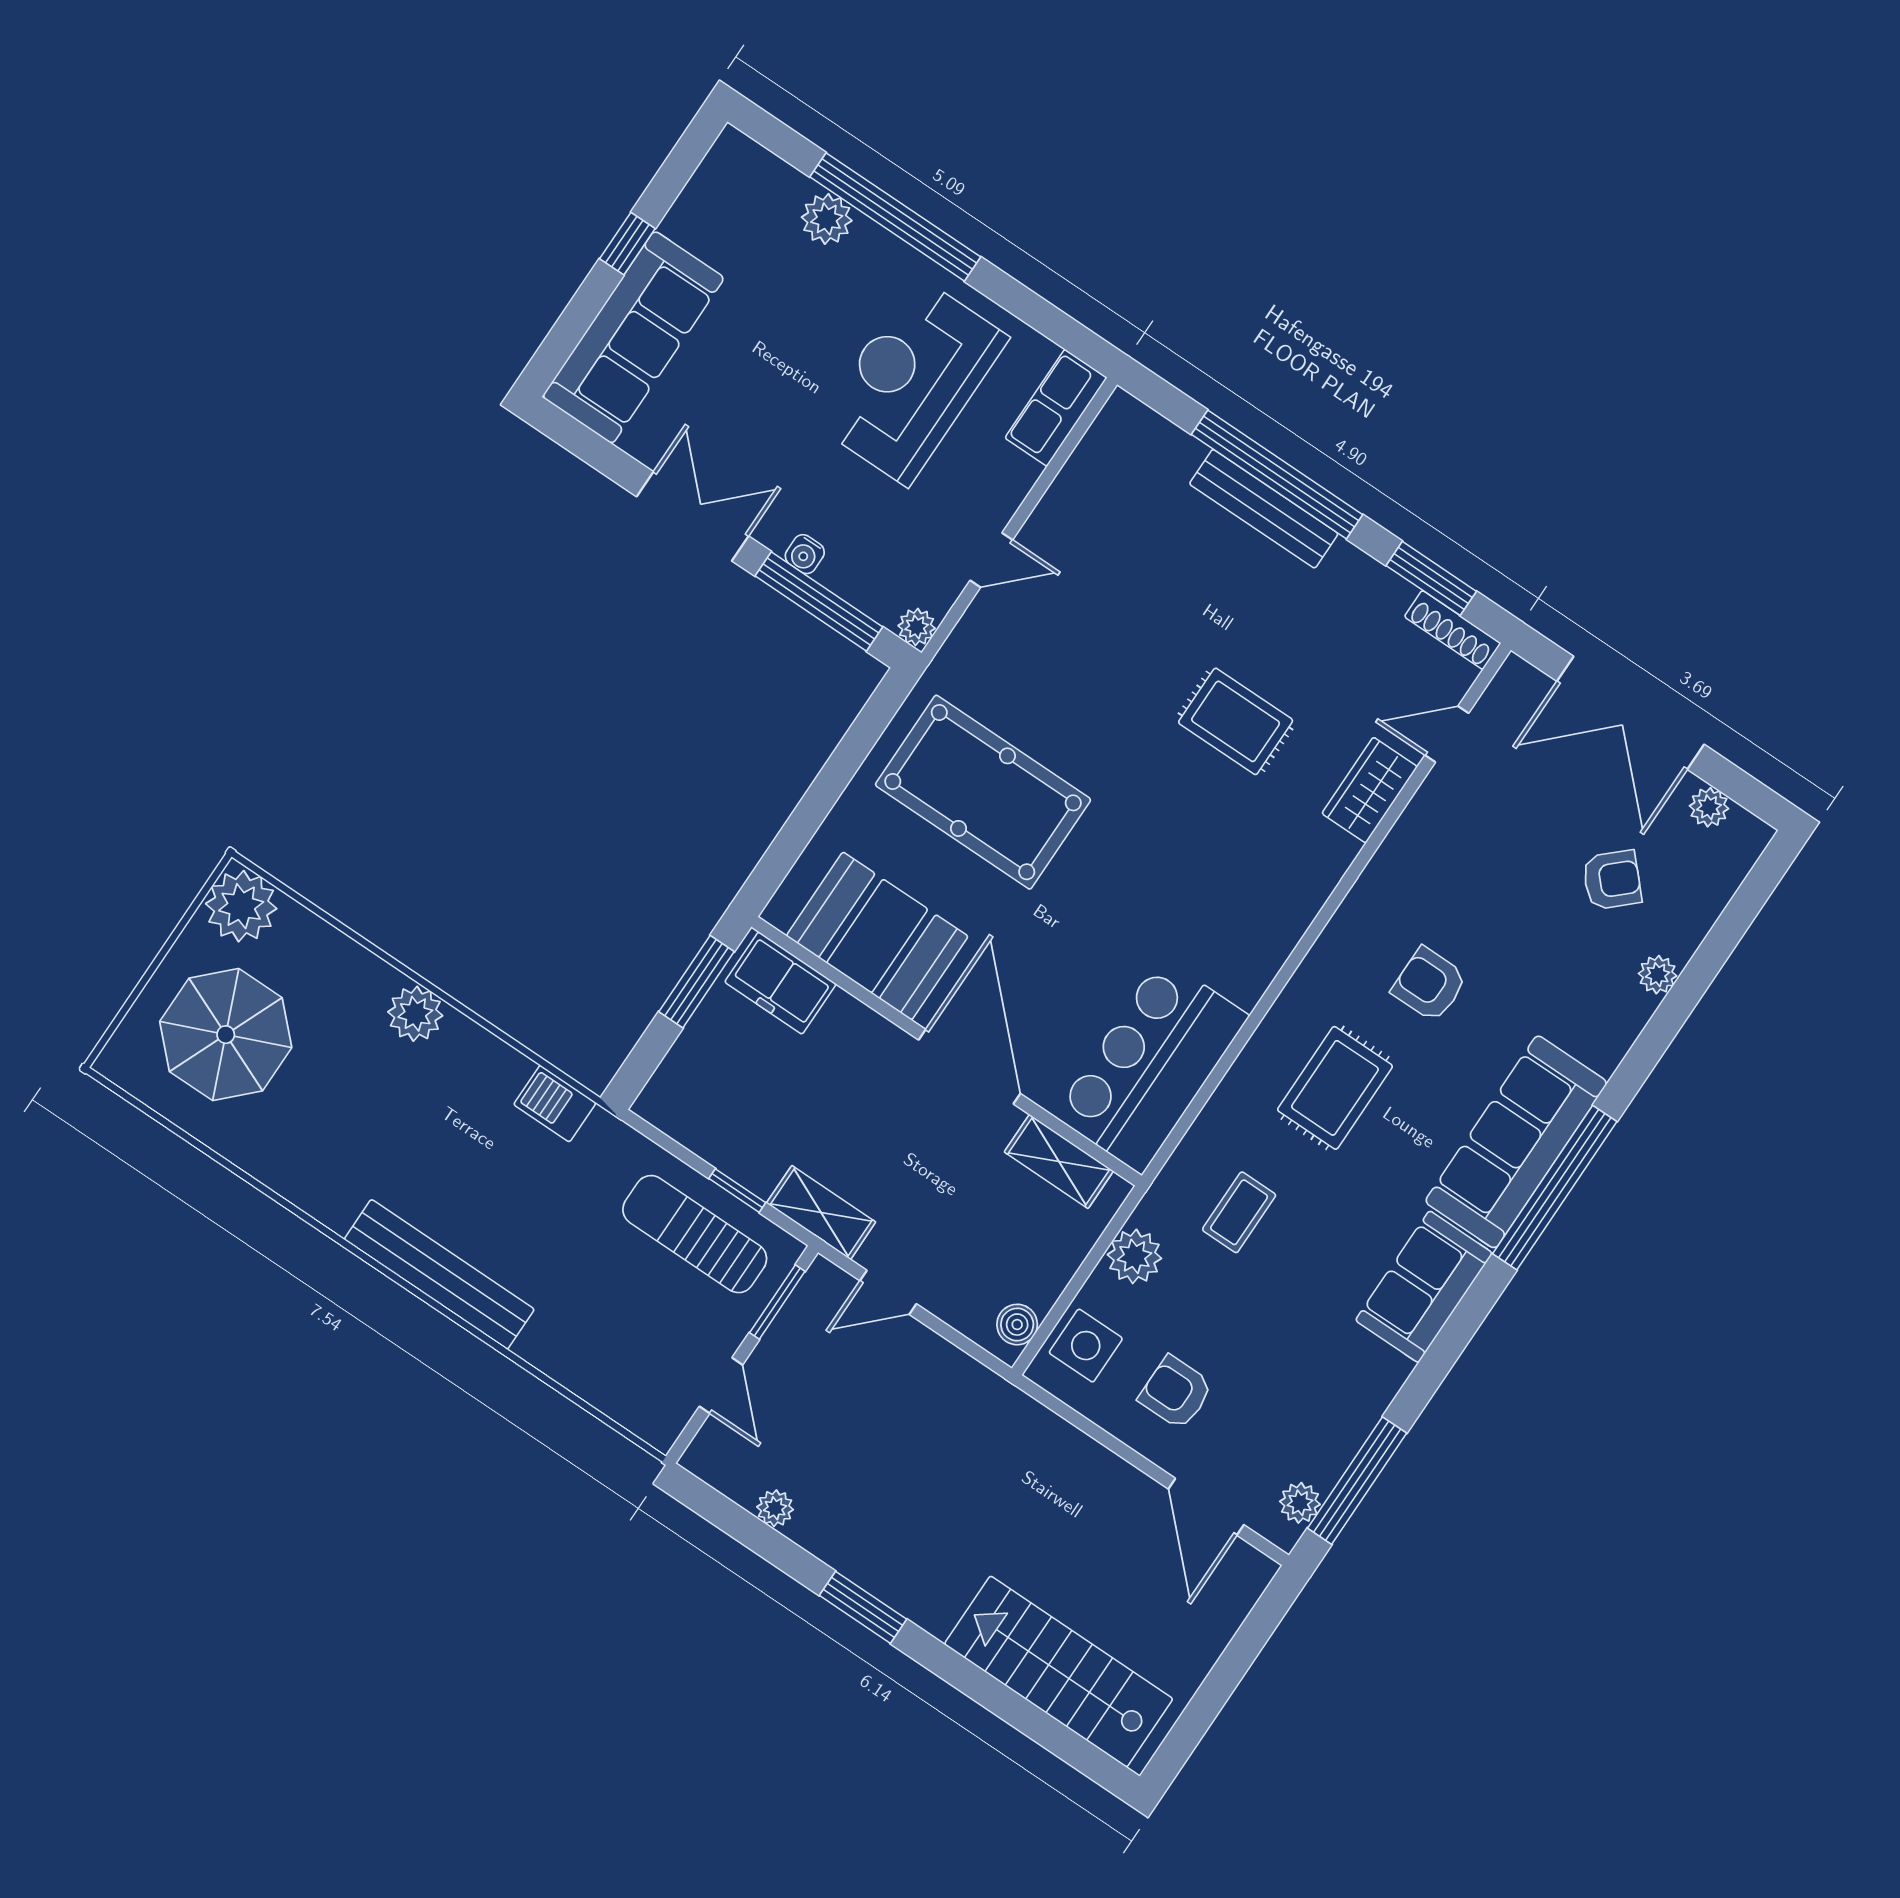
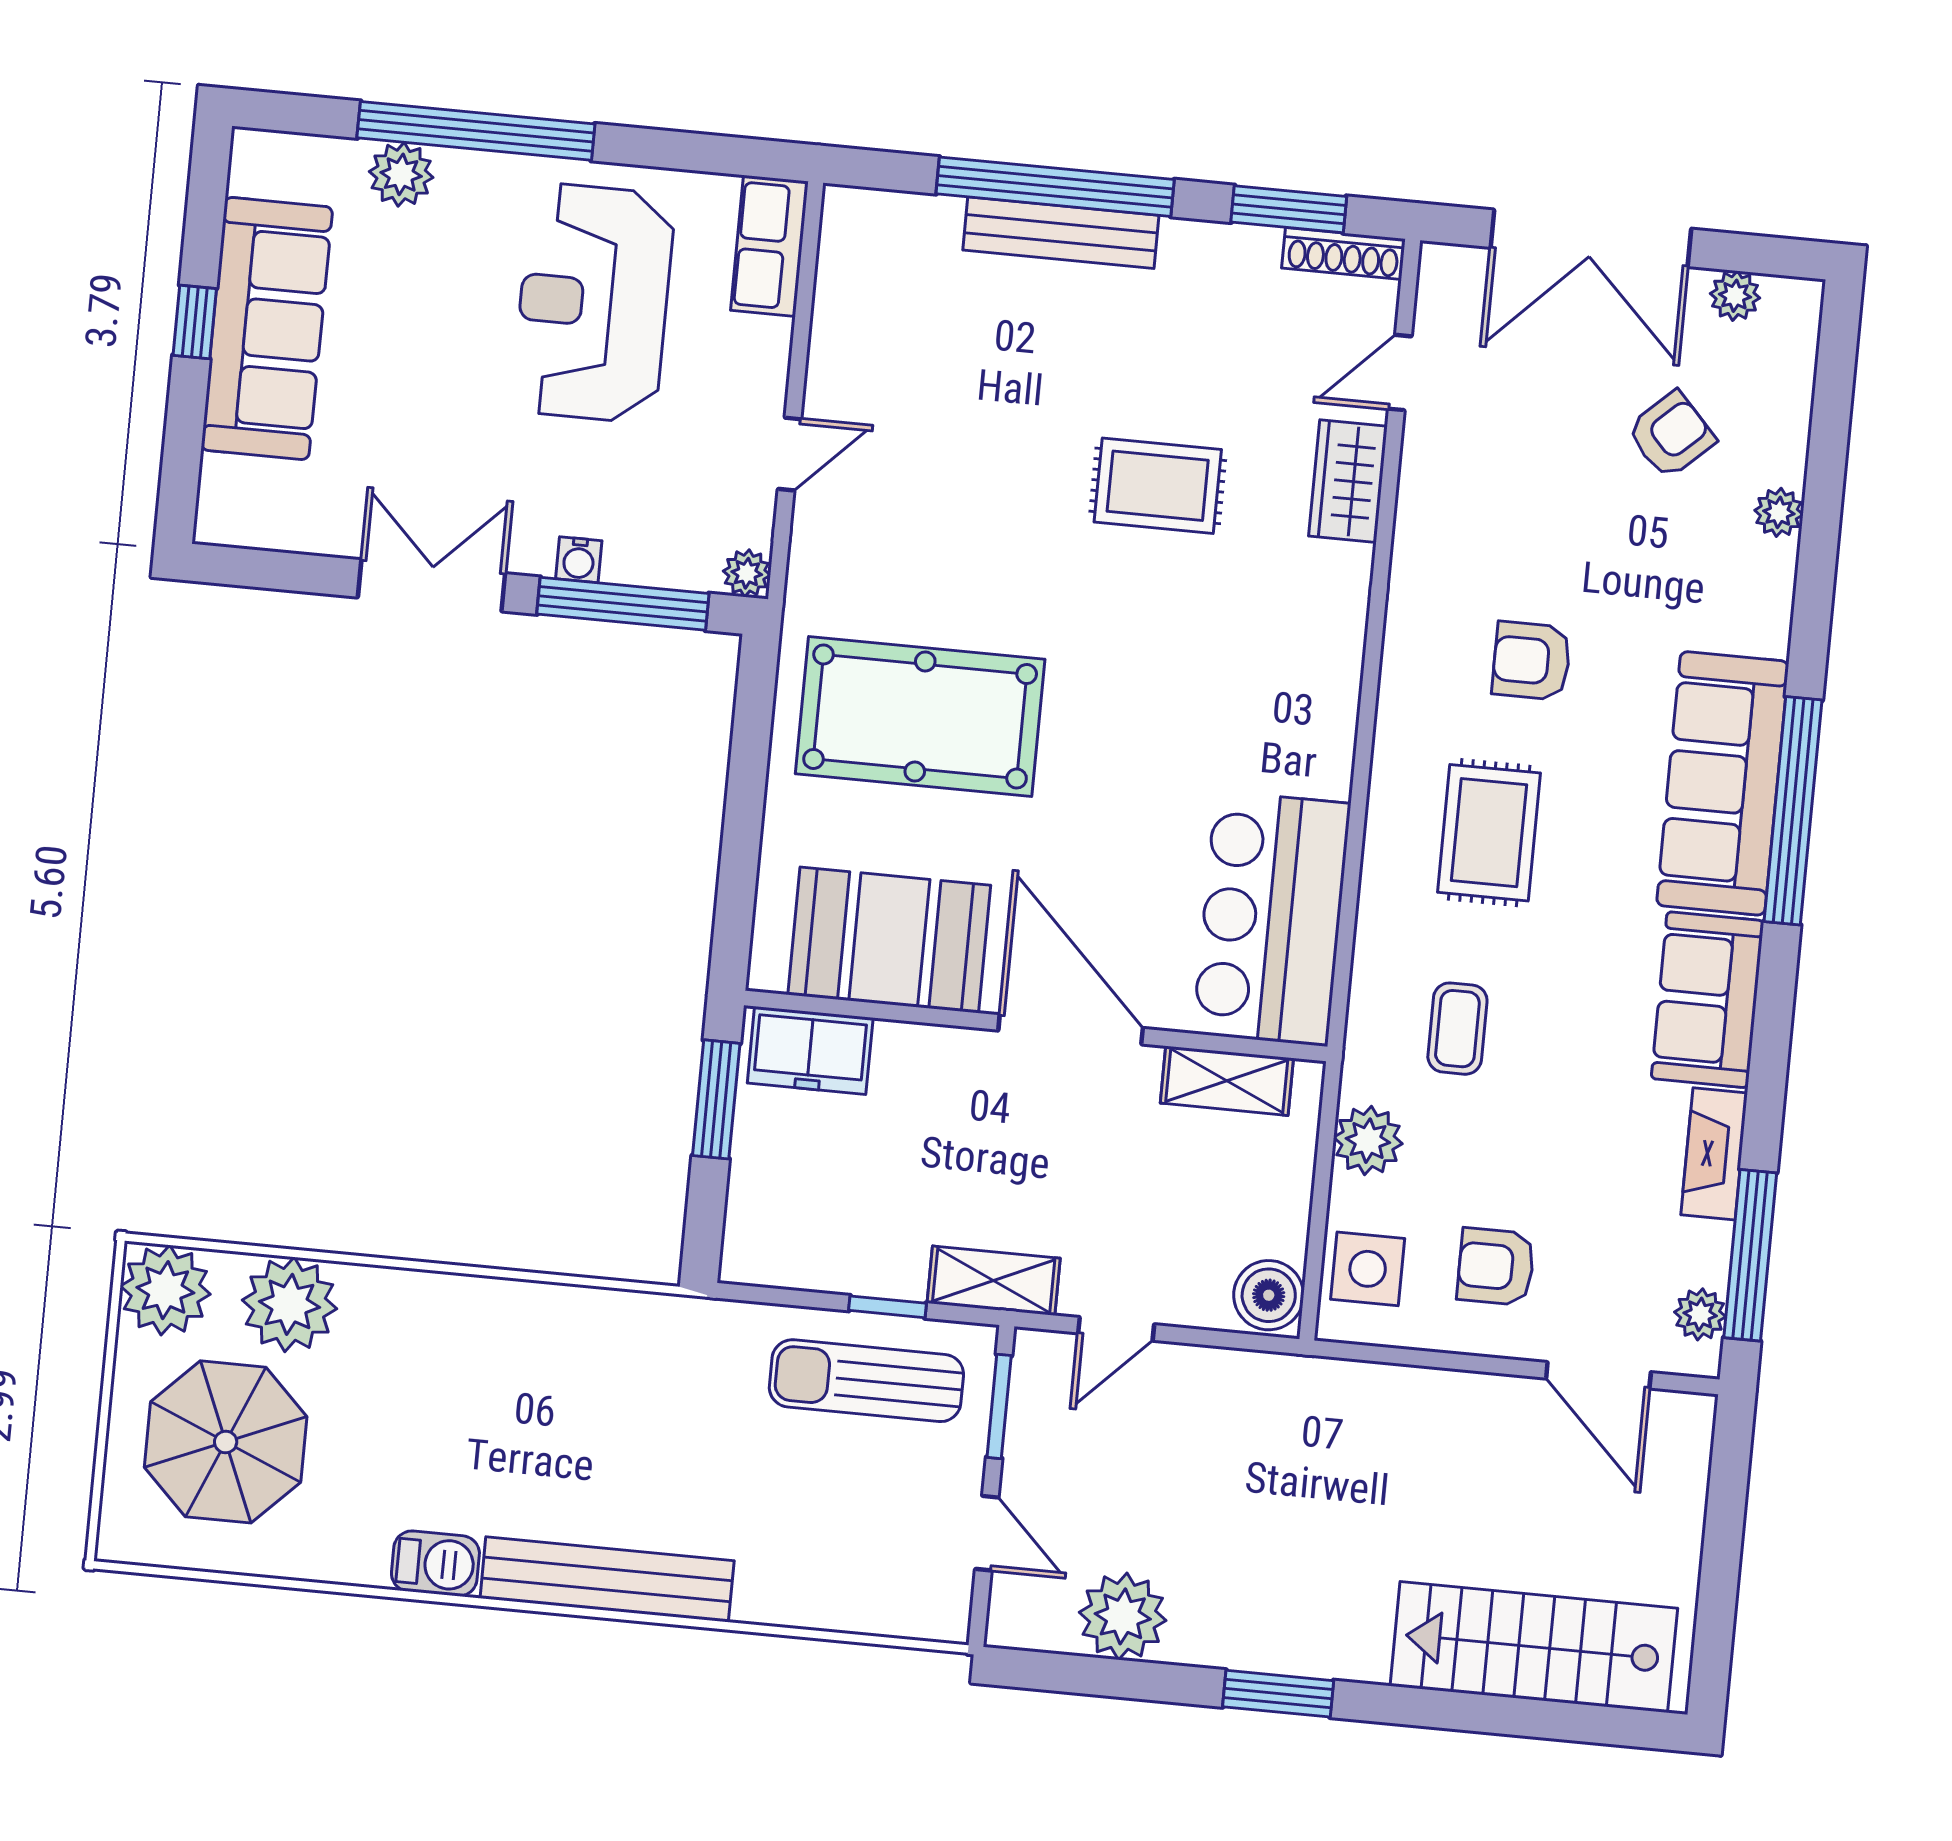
sofa: (633, 337) -> (267, 328), moved
plant: (415, 1014) -> (289, 1304), moved, width x1.36, depth x1.36
barbecue: (555, 1104) -> (435, 1564), moved, turned 180
boiler: (1017, 1325) -> (1269, 1295), width x1.36, depth x1.36
fireplace: (1370, 1396) -> (1714, 1154), added
plant: (775, 1508) -> (1123, 1616), width x1.88, depth x1.88

